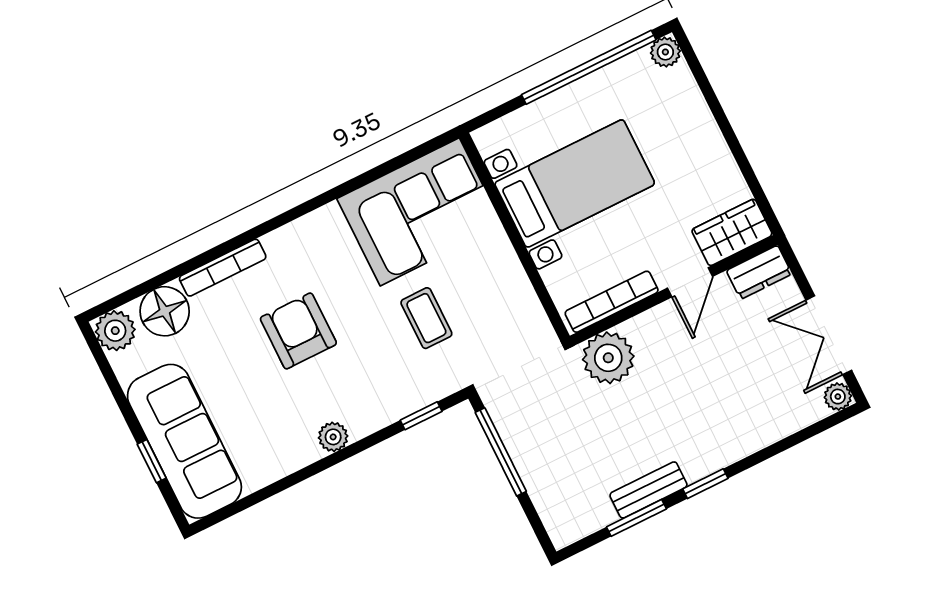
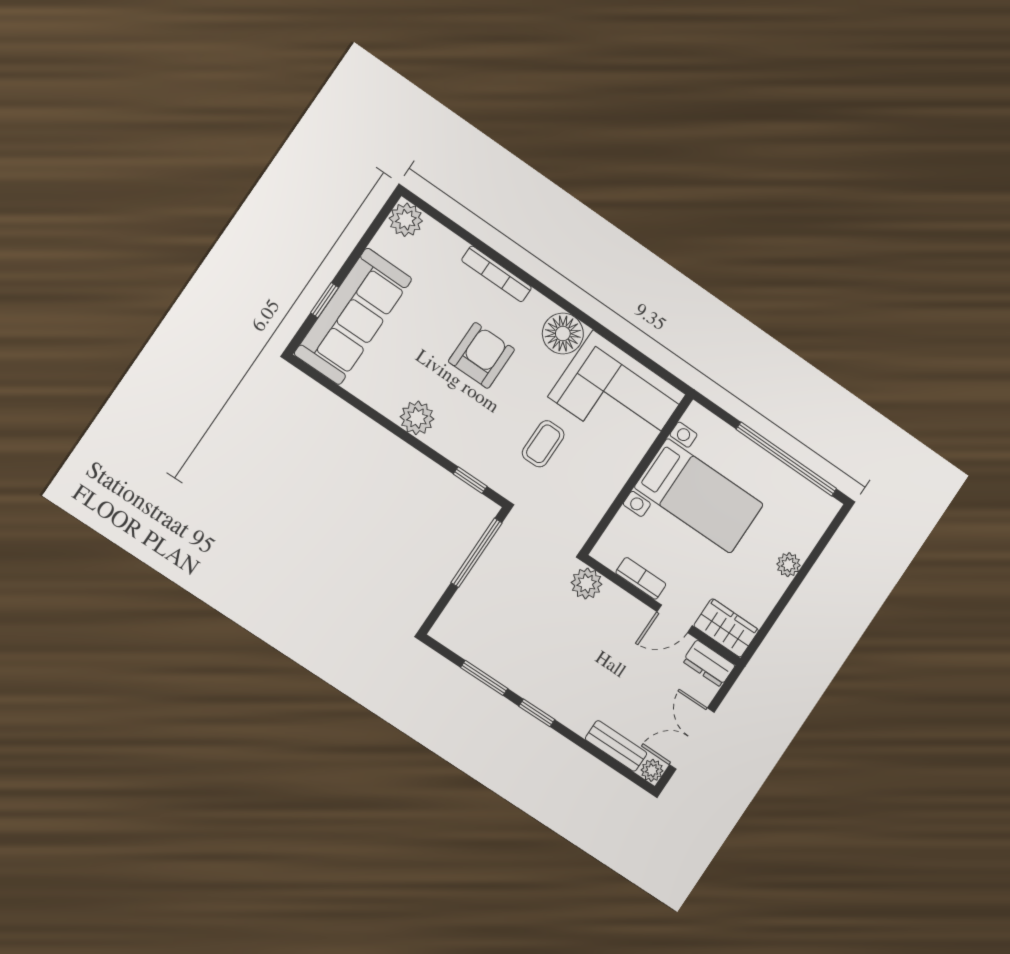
plant: (665, 52) -> (789, 565), moved
bookcase: (612, 302) -> (641, 578), width x0.64
floor lamp: (165, 311) -> (563, 334), moved
plant: (608, 358) -> (587, 583), width x0.73, depth x0.73
plant: (333, 437) -> (417, 418), width x1.38, depth x1.38
bench: (648, 490) -> (616, 746), moved

